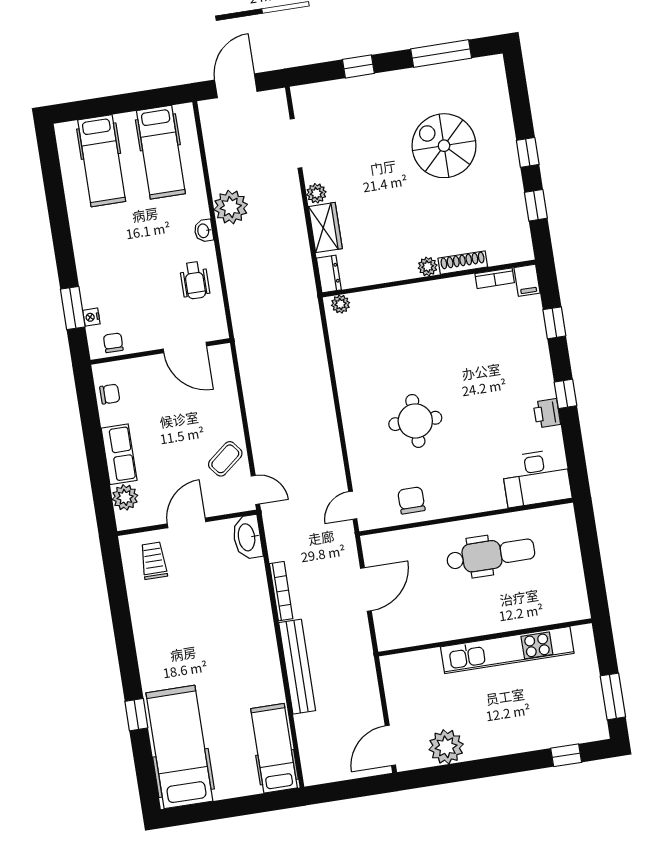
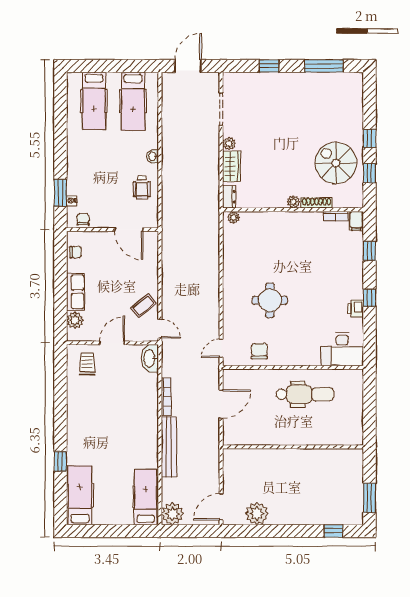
spiral stairs: (444, 146) -> (336, 163), moved
plant: (231, 207) -> (172, 514), moved
kitchen unit: (507, 650) -> (306, 457), removed
hospital bed: (179, 747) -> (80, 495), width x0.73, depth x0.78

